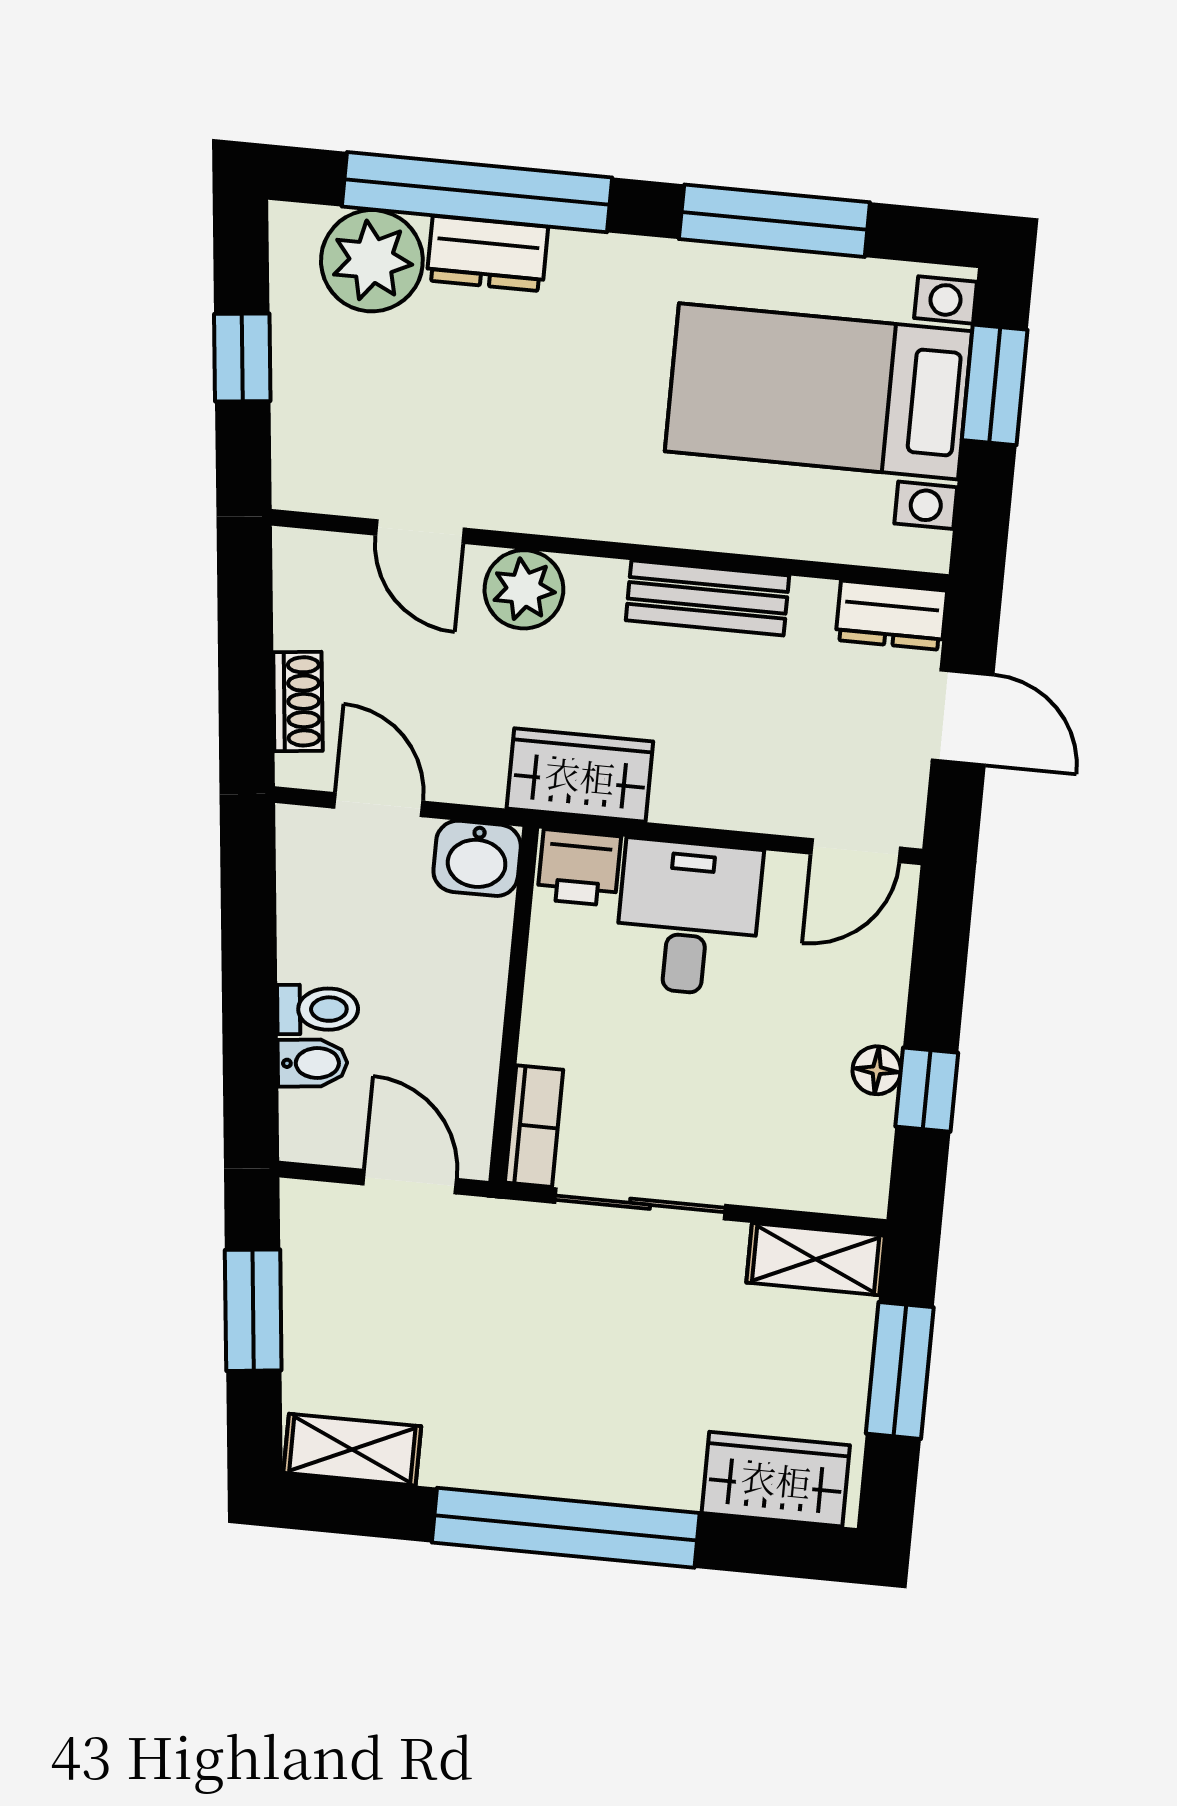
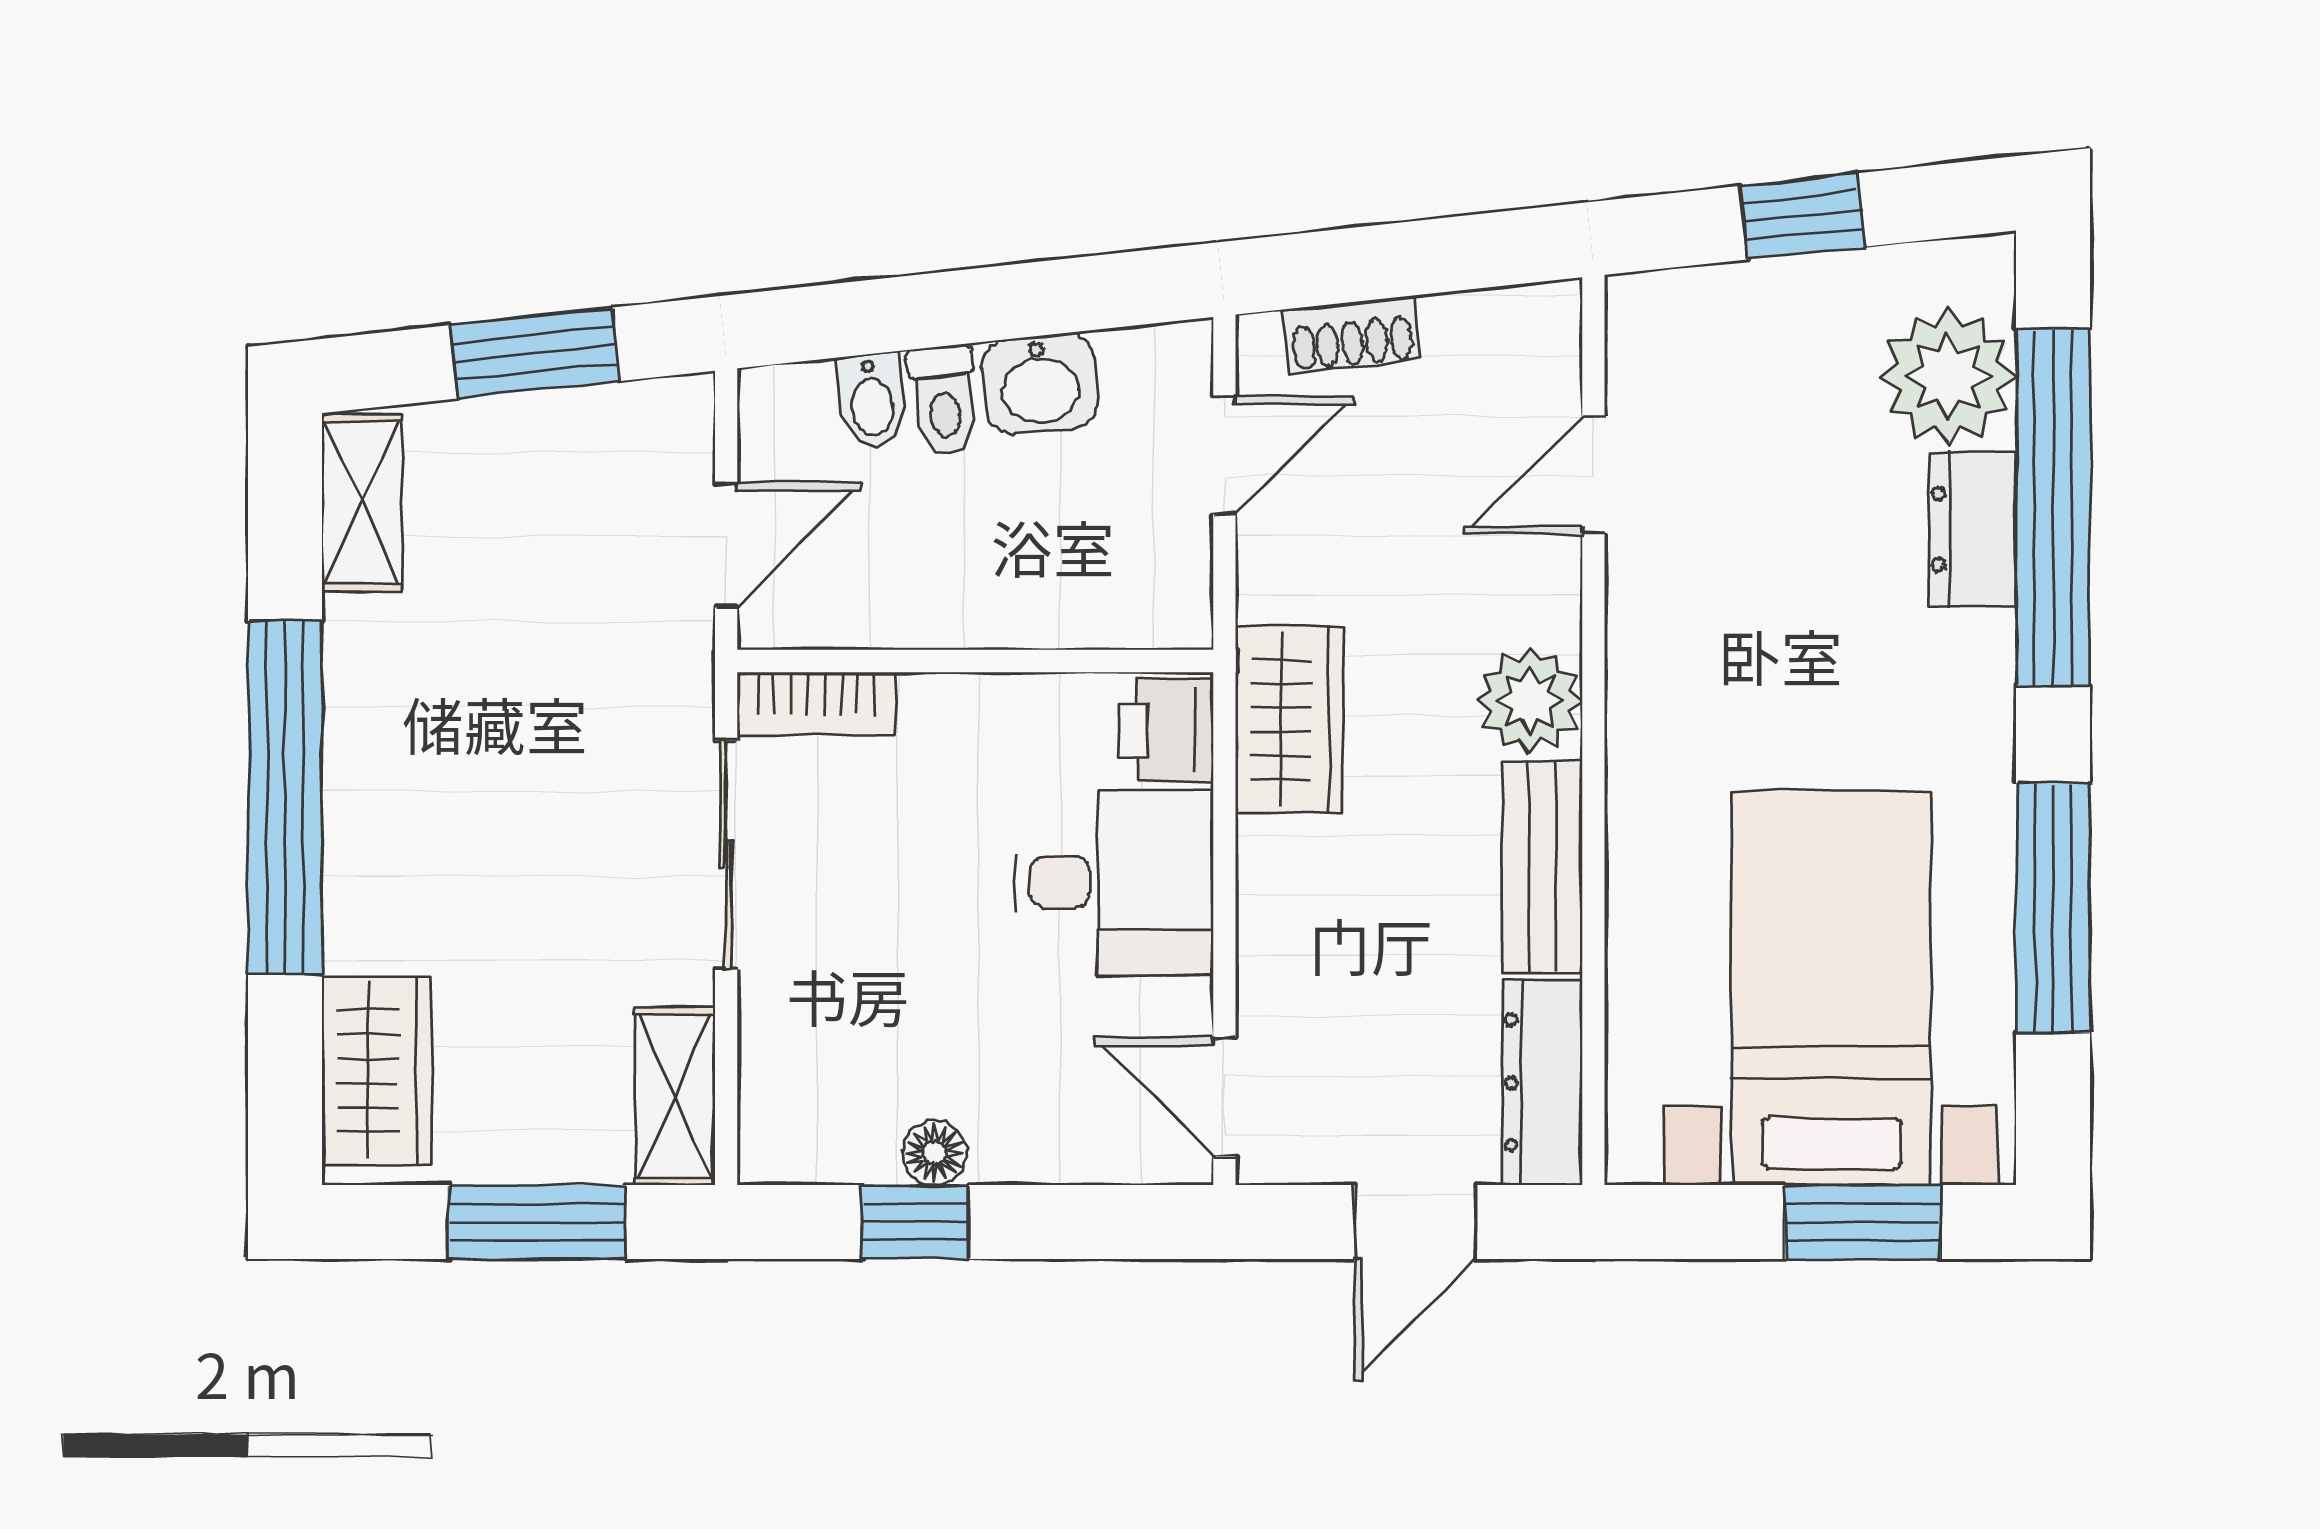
plant: (524, 589) -> (1530, 701), moved
dresser: (891, 615) -> (1542, 1083), width x1.44
washbasin: (477, 858) -> (1040, 384), moved, turned -96

